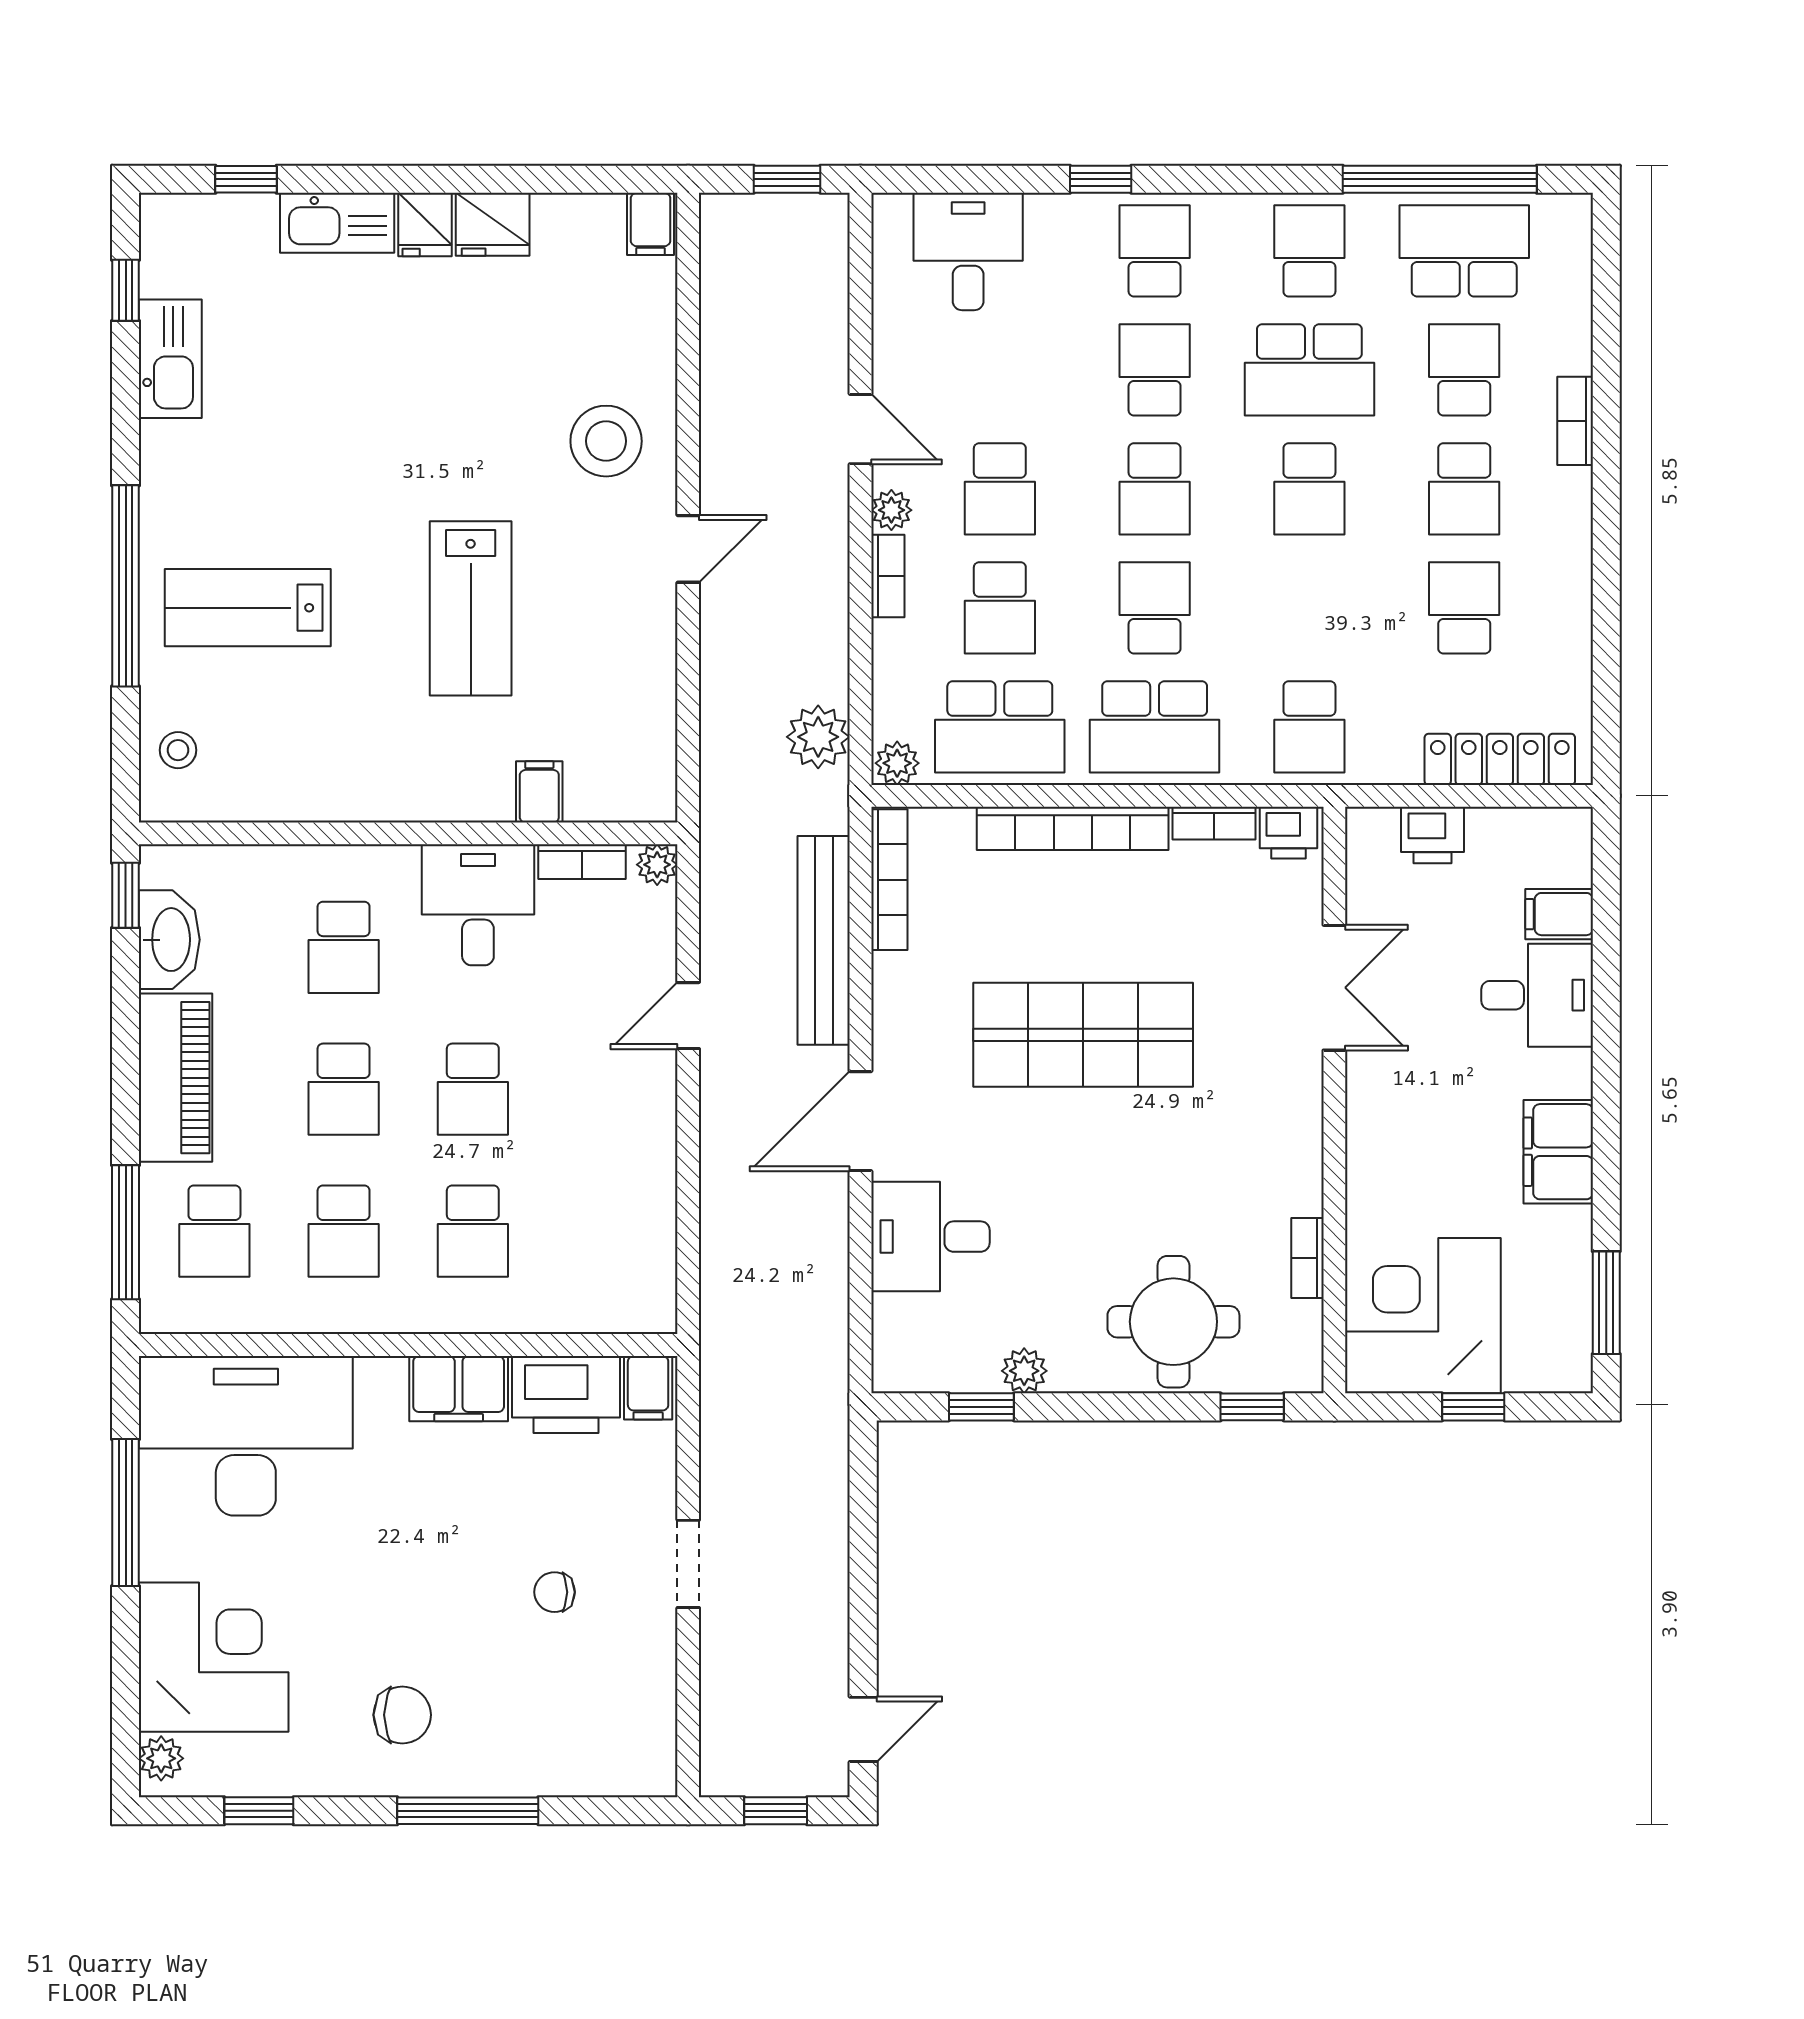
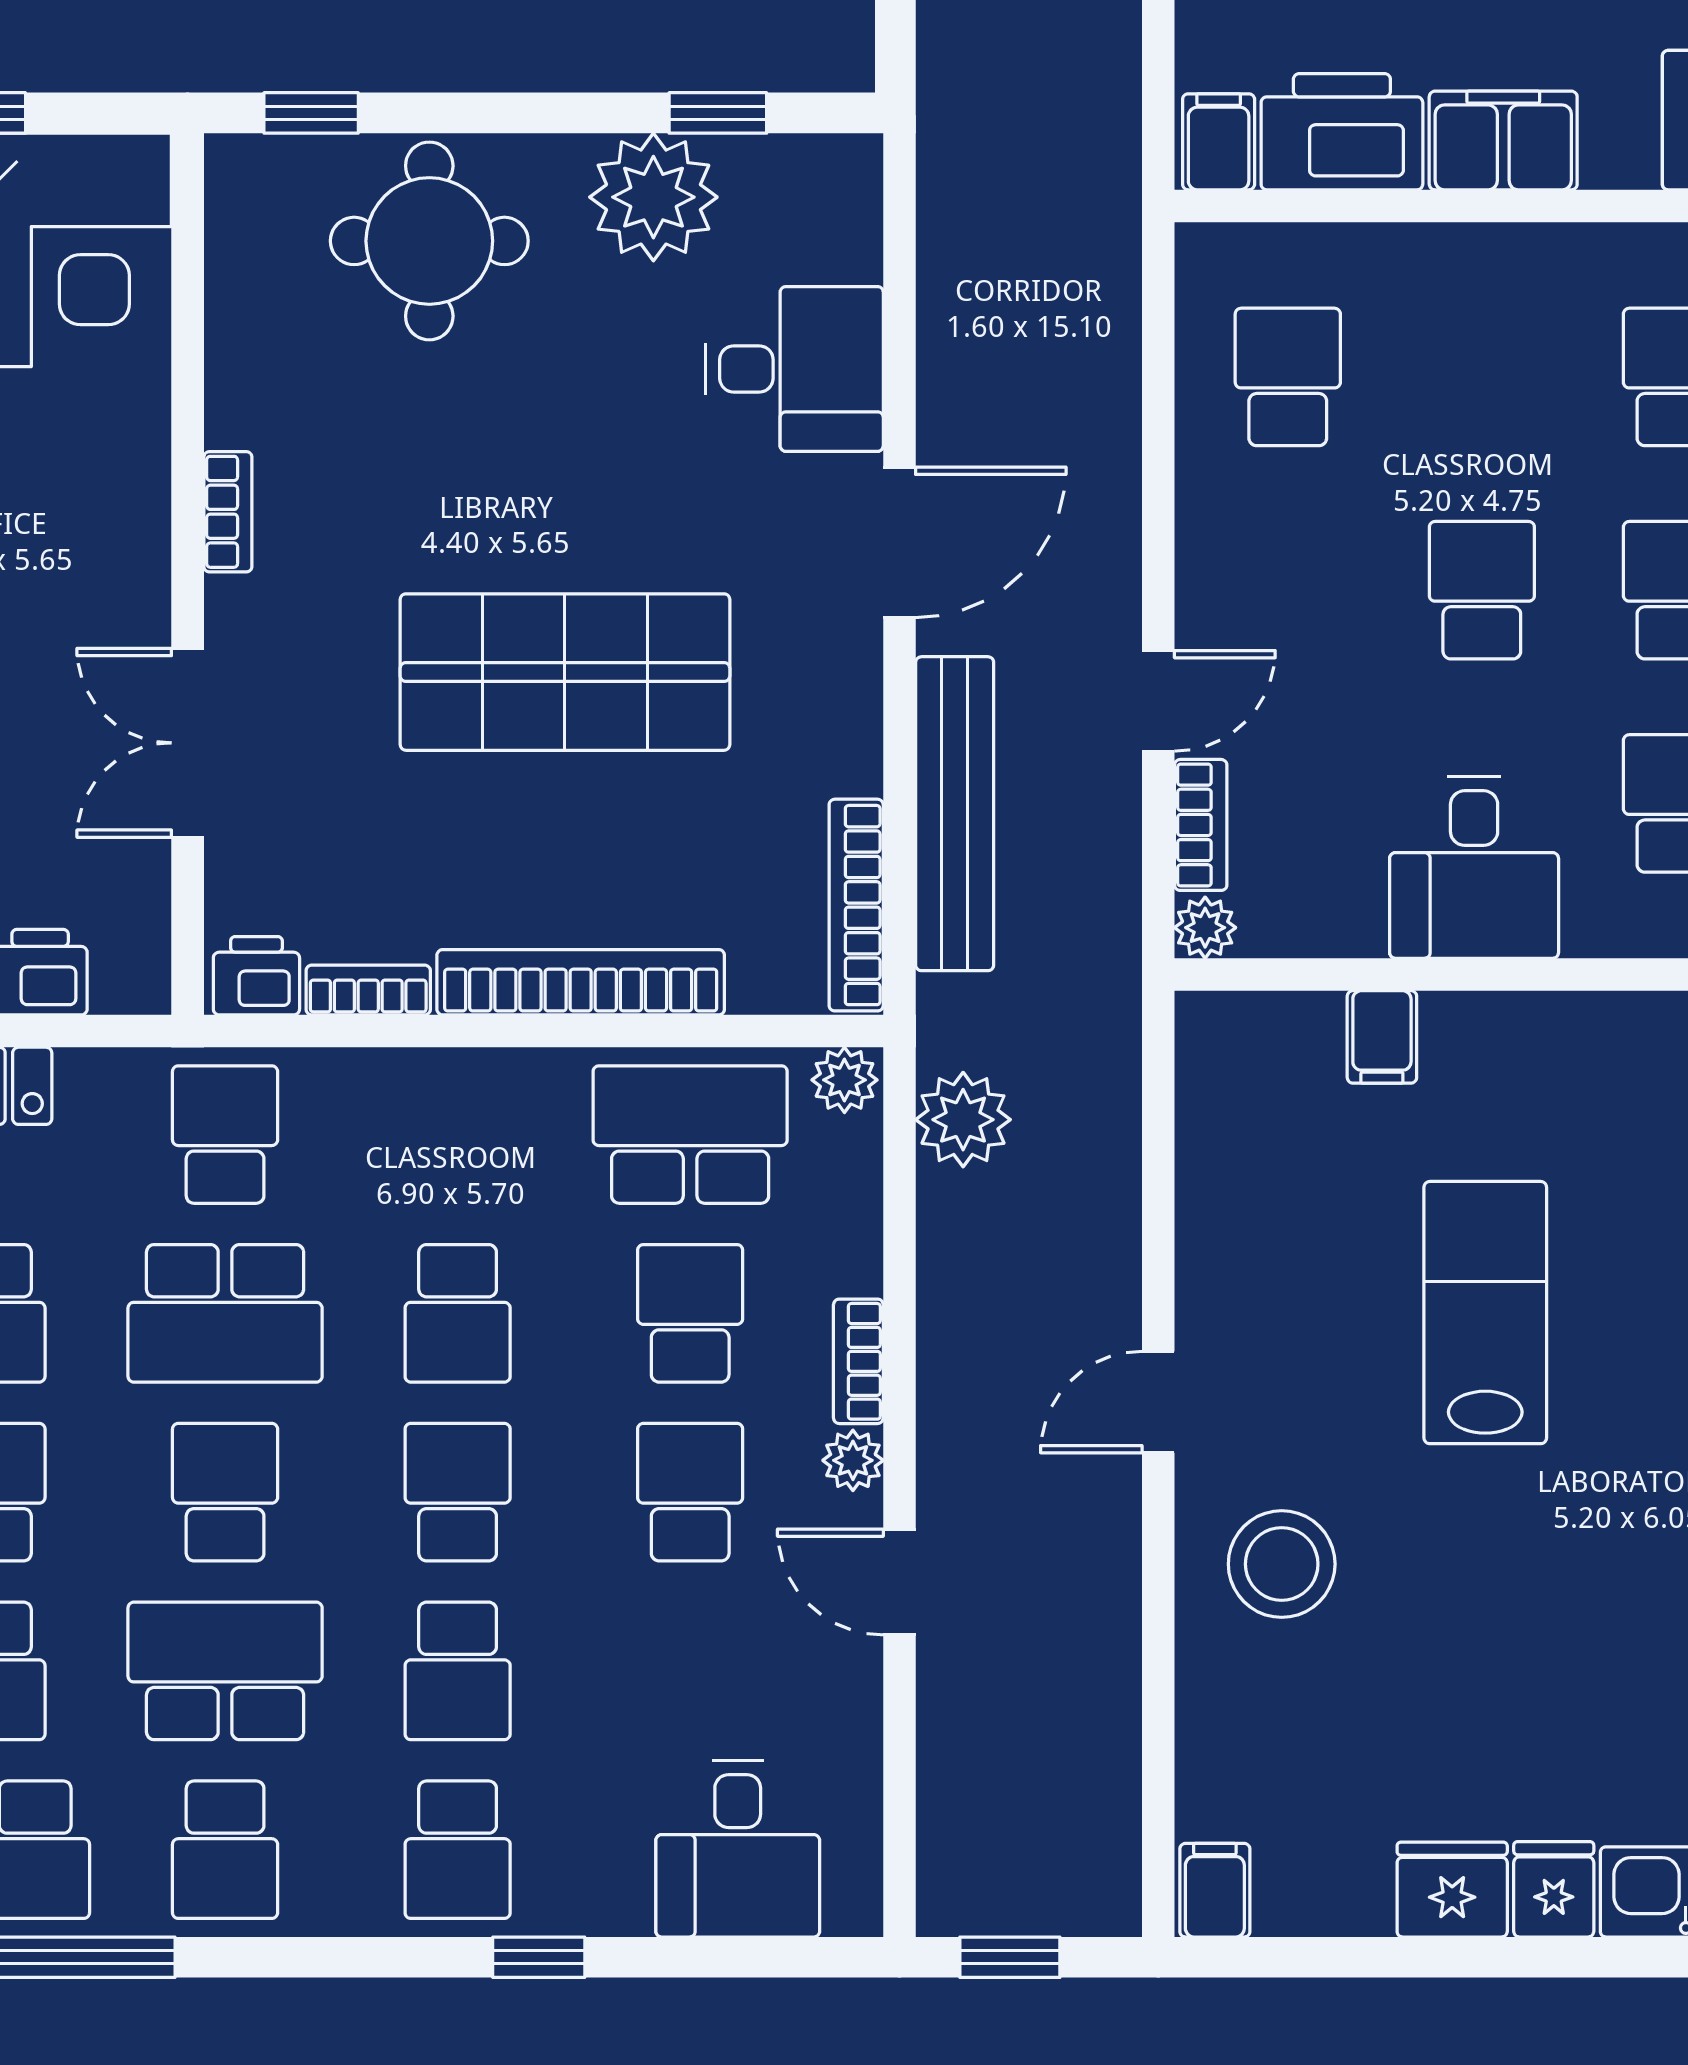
school desk: (1155, 727) -> (225, 1313), moved, turned 180
bookcase: (582, 862) -> (1201, 825), moved, turned 90
school desk: (473, 1231) -> (1288, 377), moved
bookcase: (1308, 1258) -> (228, 512), moved
plant: (1024, 1371) -> (653, 197), width x1.88, depth x1.88

